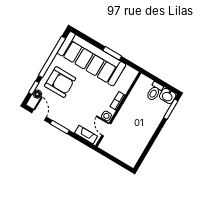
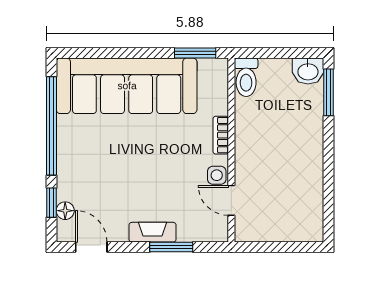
window: (112, 53) -> (195, 53), moved
armchair: (60, 82) -> (94, 163), removed
toilet: (154, 91) -> (246, 77), moved
window: (60, 127) -> (171, 247), moved
fireplace: (86, 135) -> (153, 232), moved

